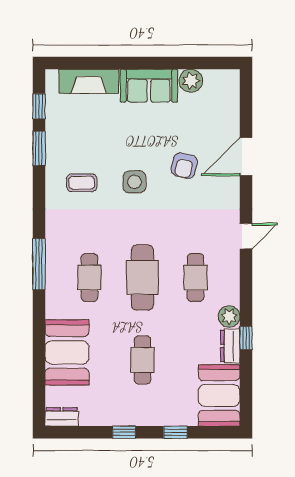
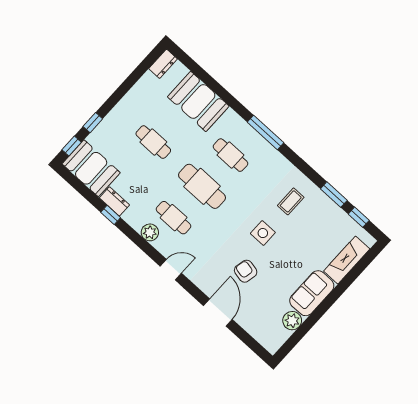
door: (246, 236) -> (171, 270), swing flipped
plant: (229, 317) -> (150, 232), moved
window: (124, 432) -> (72, 146), moved

